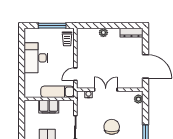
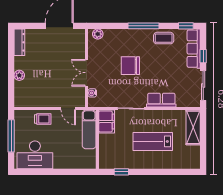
trolley: (67, 39) -> (43, 119), moved
desk: (36, 58) -> (35, 155), moved
filing cabinet: (49, 107) -> (107, 122), moved
window: (22, 119) -> (121, 172), added

